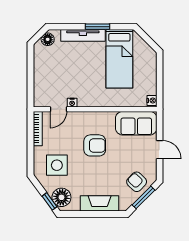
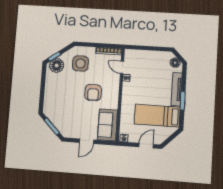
door: (160, 71) -> (146, 146), added
armchair: (137, 182) -> (64, 122), removed
fireplace: (100, 203) -> (50, 93), removed

